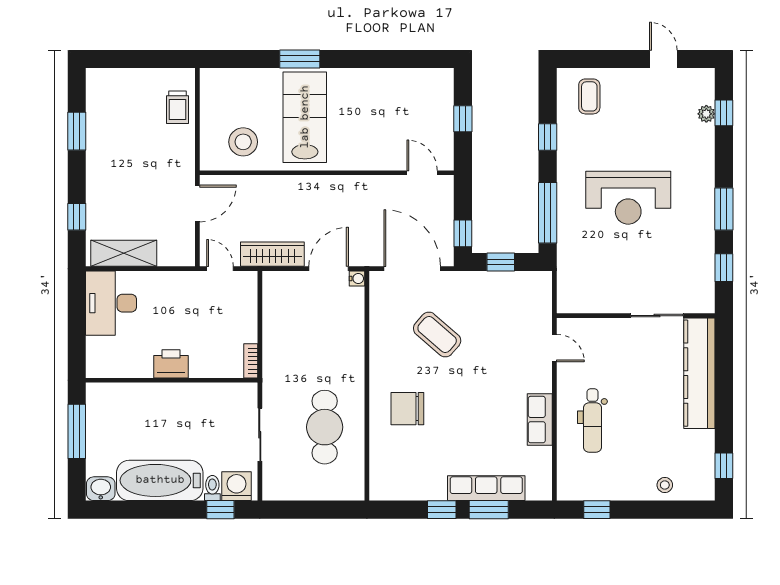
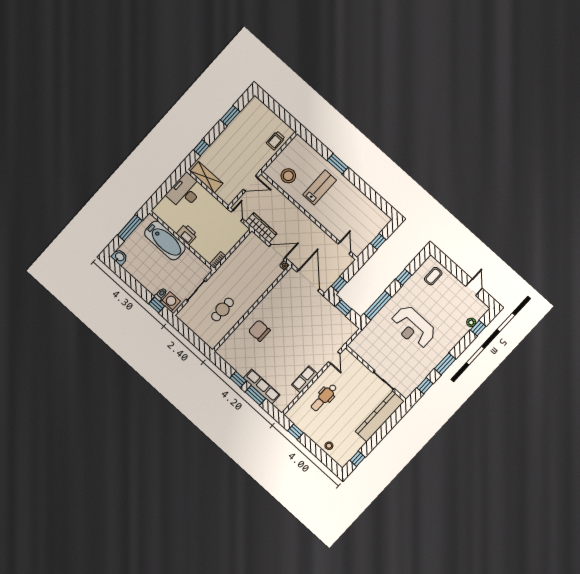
lab bench: (305, 117) -> (320, 187), width x0.73, depth x0.72
coffee table: (437, 335) -> (295, 313), removed
cafe table: (325, 427) -> (222, 309), width x0.73, depth x0.74
bathtub: (160, 480) -> (165, 241), moved, turned 180

